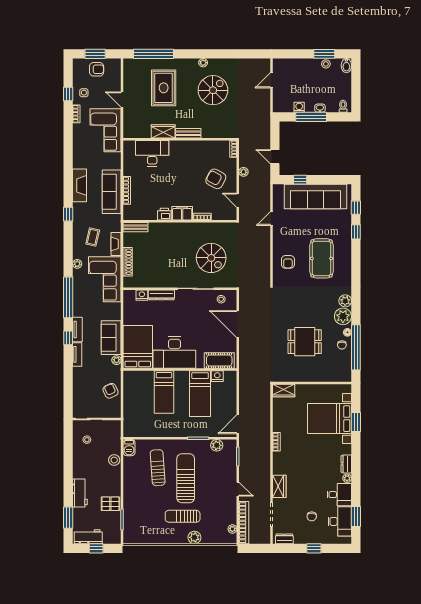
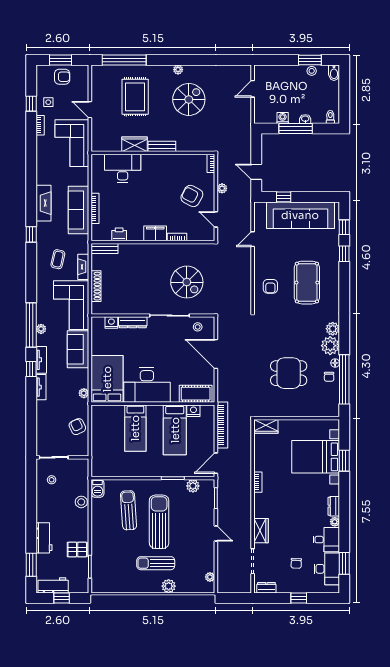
printer: (164, 214) -> (119, 234), moved
plant: (77, 264) -> (41, 329), moved
sofa: (111, 338) -> (78, 349), moved
bookcase: (244, 523) -> (222, 425), moved

